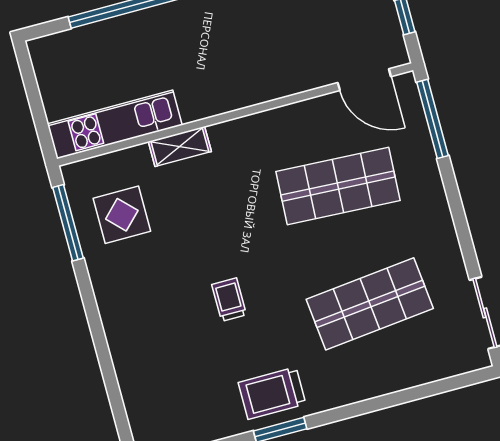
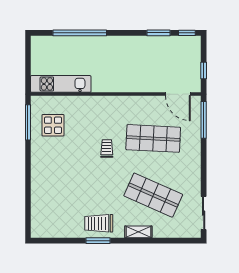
shelving: (180, 147) -> (138, 232), moved
trolley: (229, 300) -> (107, 149), moved
shop shelf: (370, 304) -> (153, 195), turned 30

